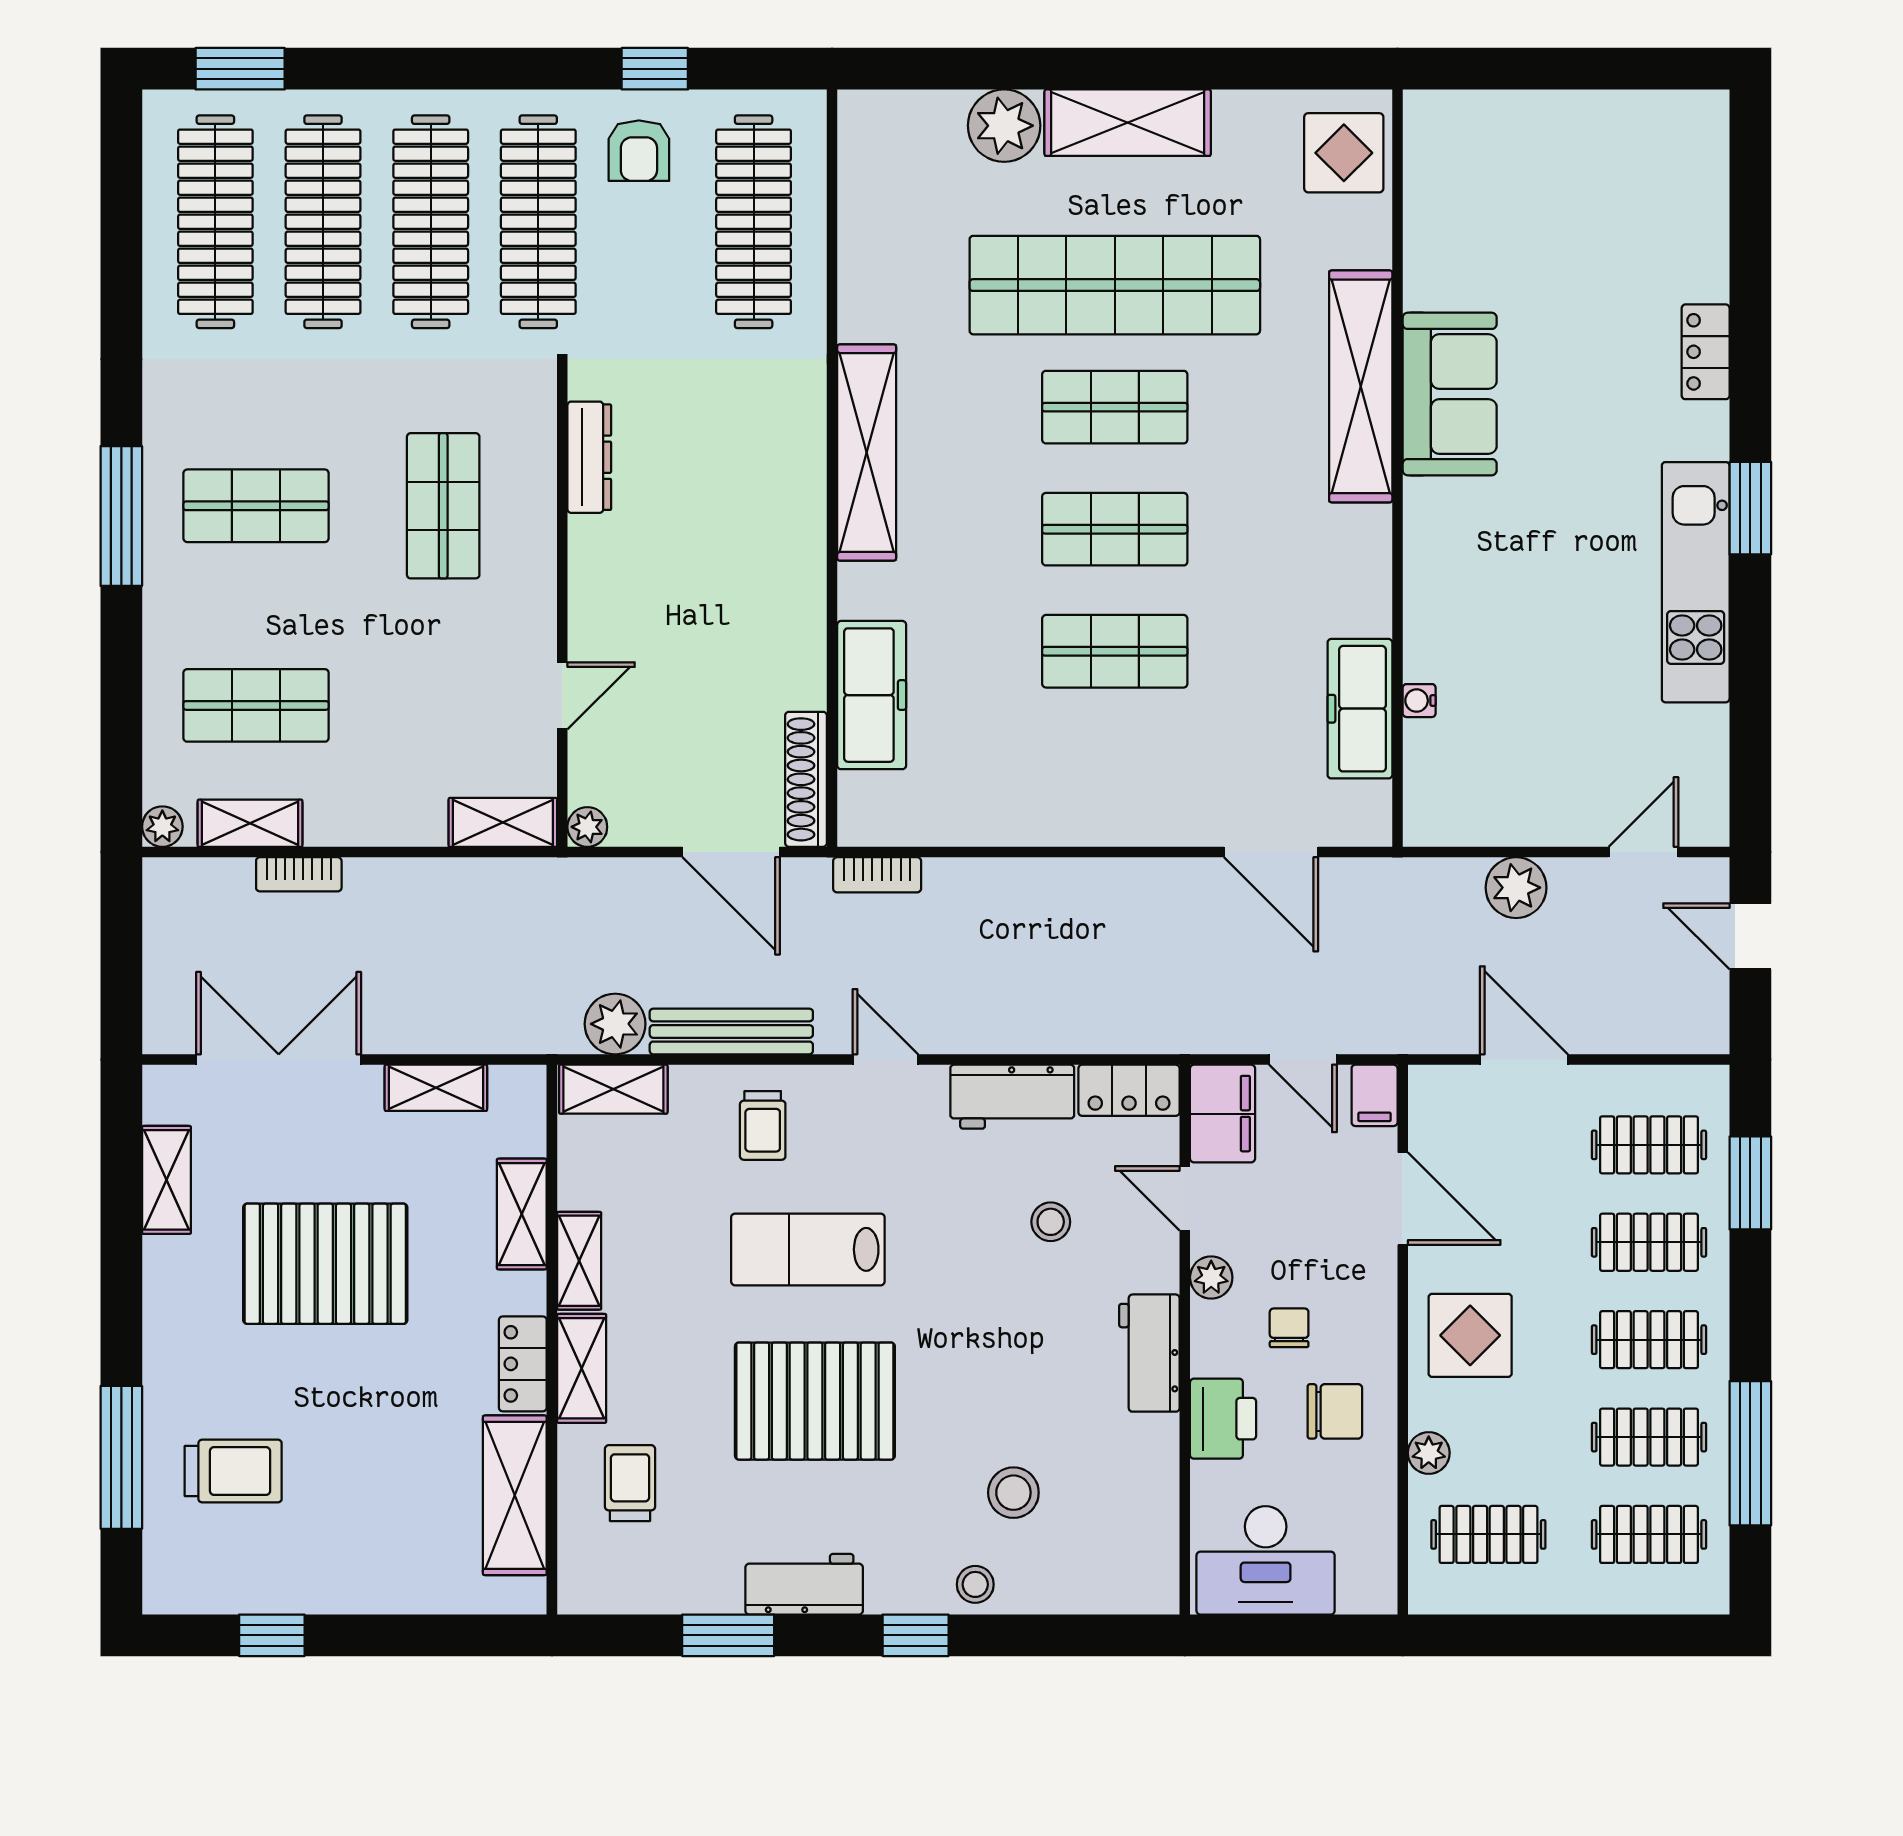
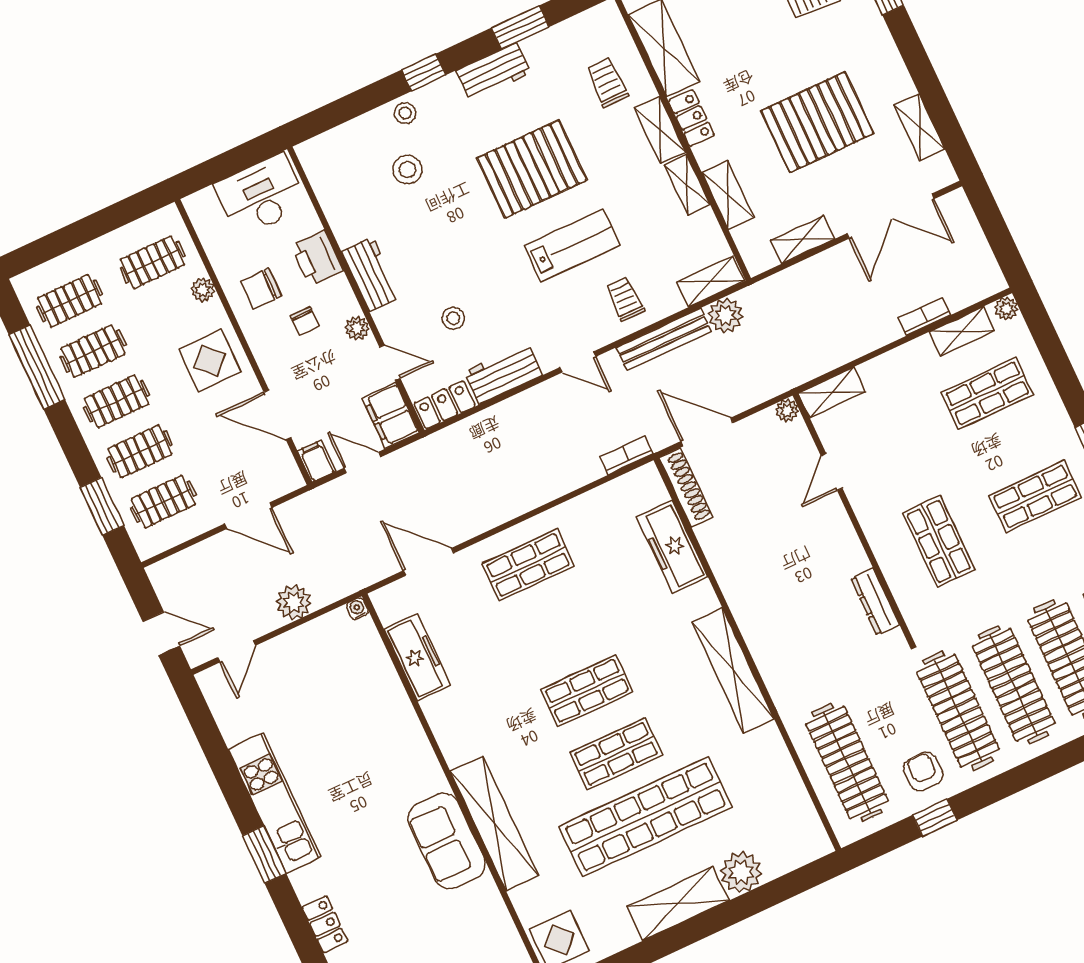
shop shelf: (1115, 651) -> (528, 565), moved
water cooler: (1419, 701) -> (357, 609), moved, turned -90
trolley: (630, 1483) -> (607, 82), turned 180

